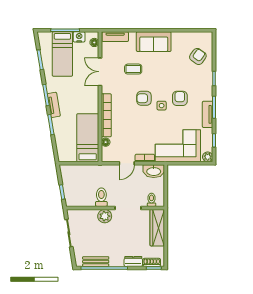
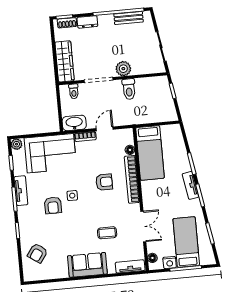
armchair: (144, 98) -> (104, 182), moved

